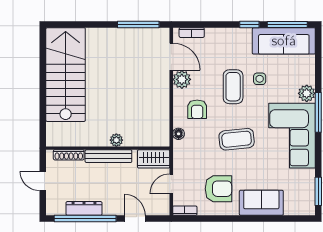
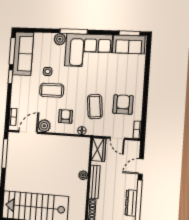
armchair: (197, 109) -> (66, 116), turned -90
coffee table: (237, 139) -> (95, 107), moved
sofa: (261, 203) -> (129, 44), moved, turned -90

